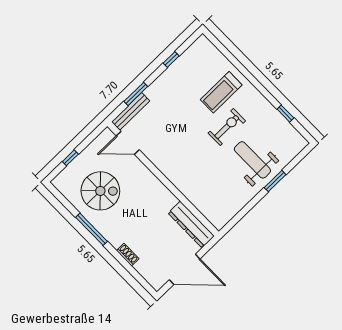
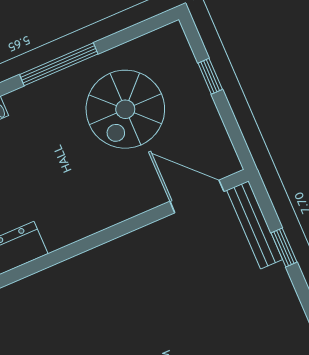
window: (136, 94) -> (284, 247), width x0.67
door: (128, 143) -> (197, 196), hinge flipped

